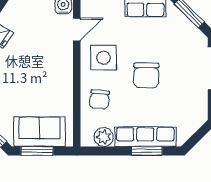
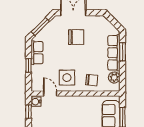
chair: (146, 75) -> (76, 37), moved

